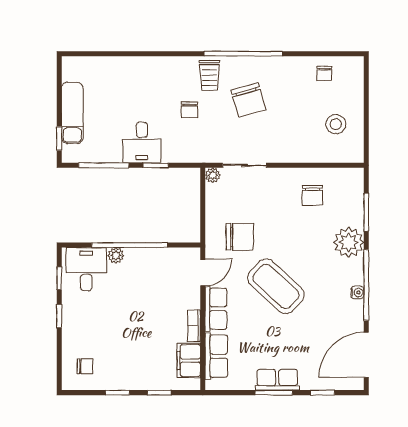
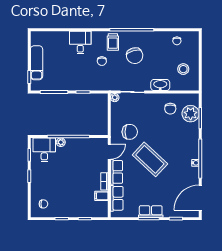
desk: (142, 142) -> (80, 43), moved, turned 180
washbasin: (294, 153) -> (160, 85), added
plant: (349, 242) -> (191, 114), moved
filing cabinet: (189, 360) -> (101, 196), width x0.50

